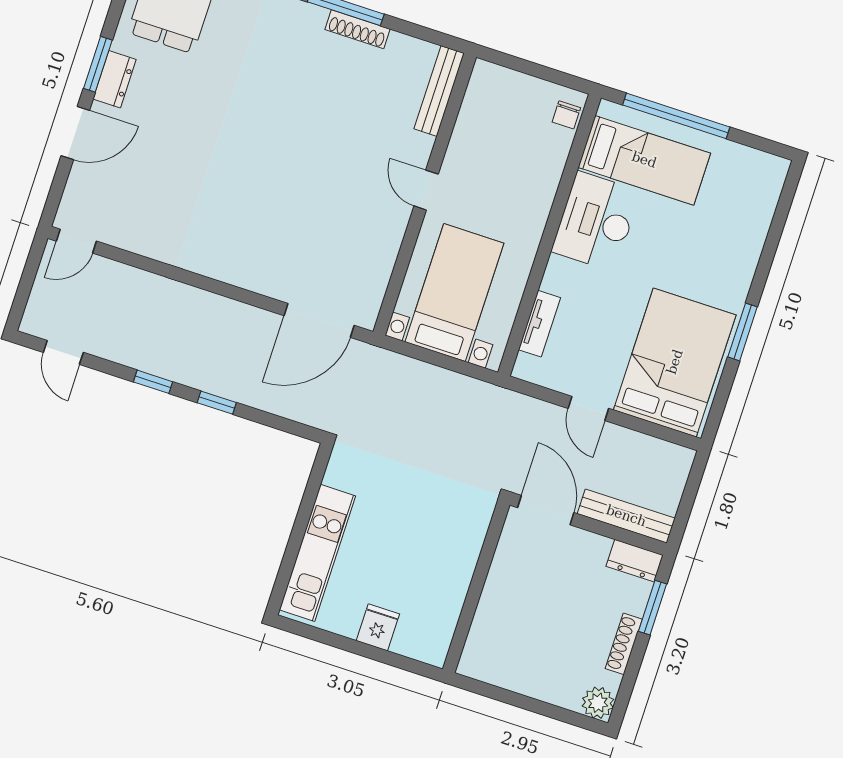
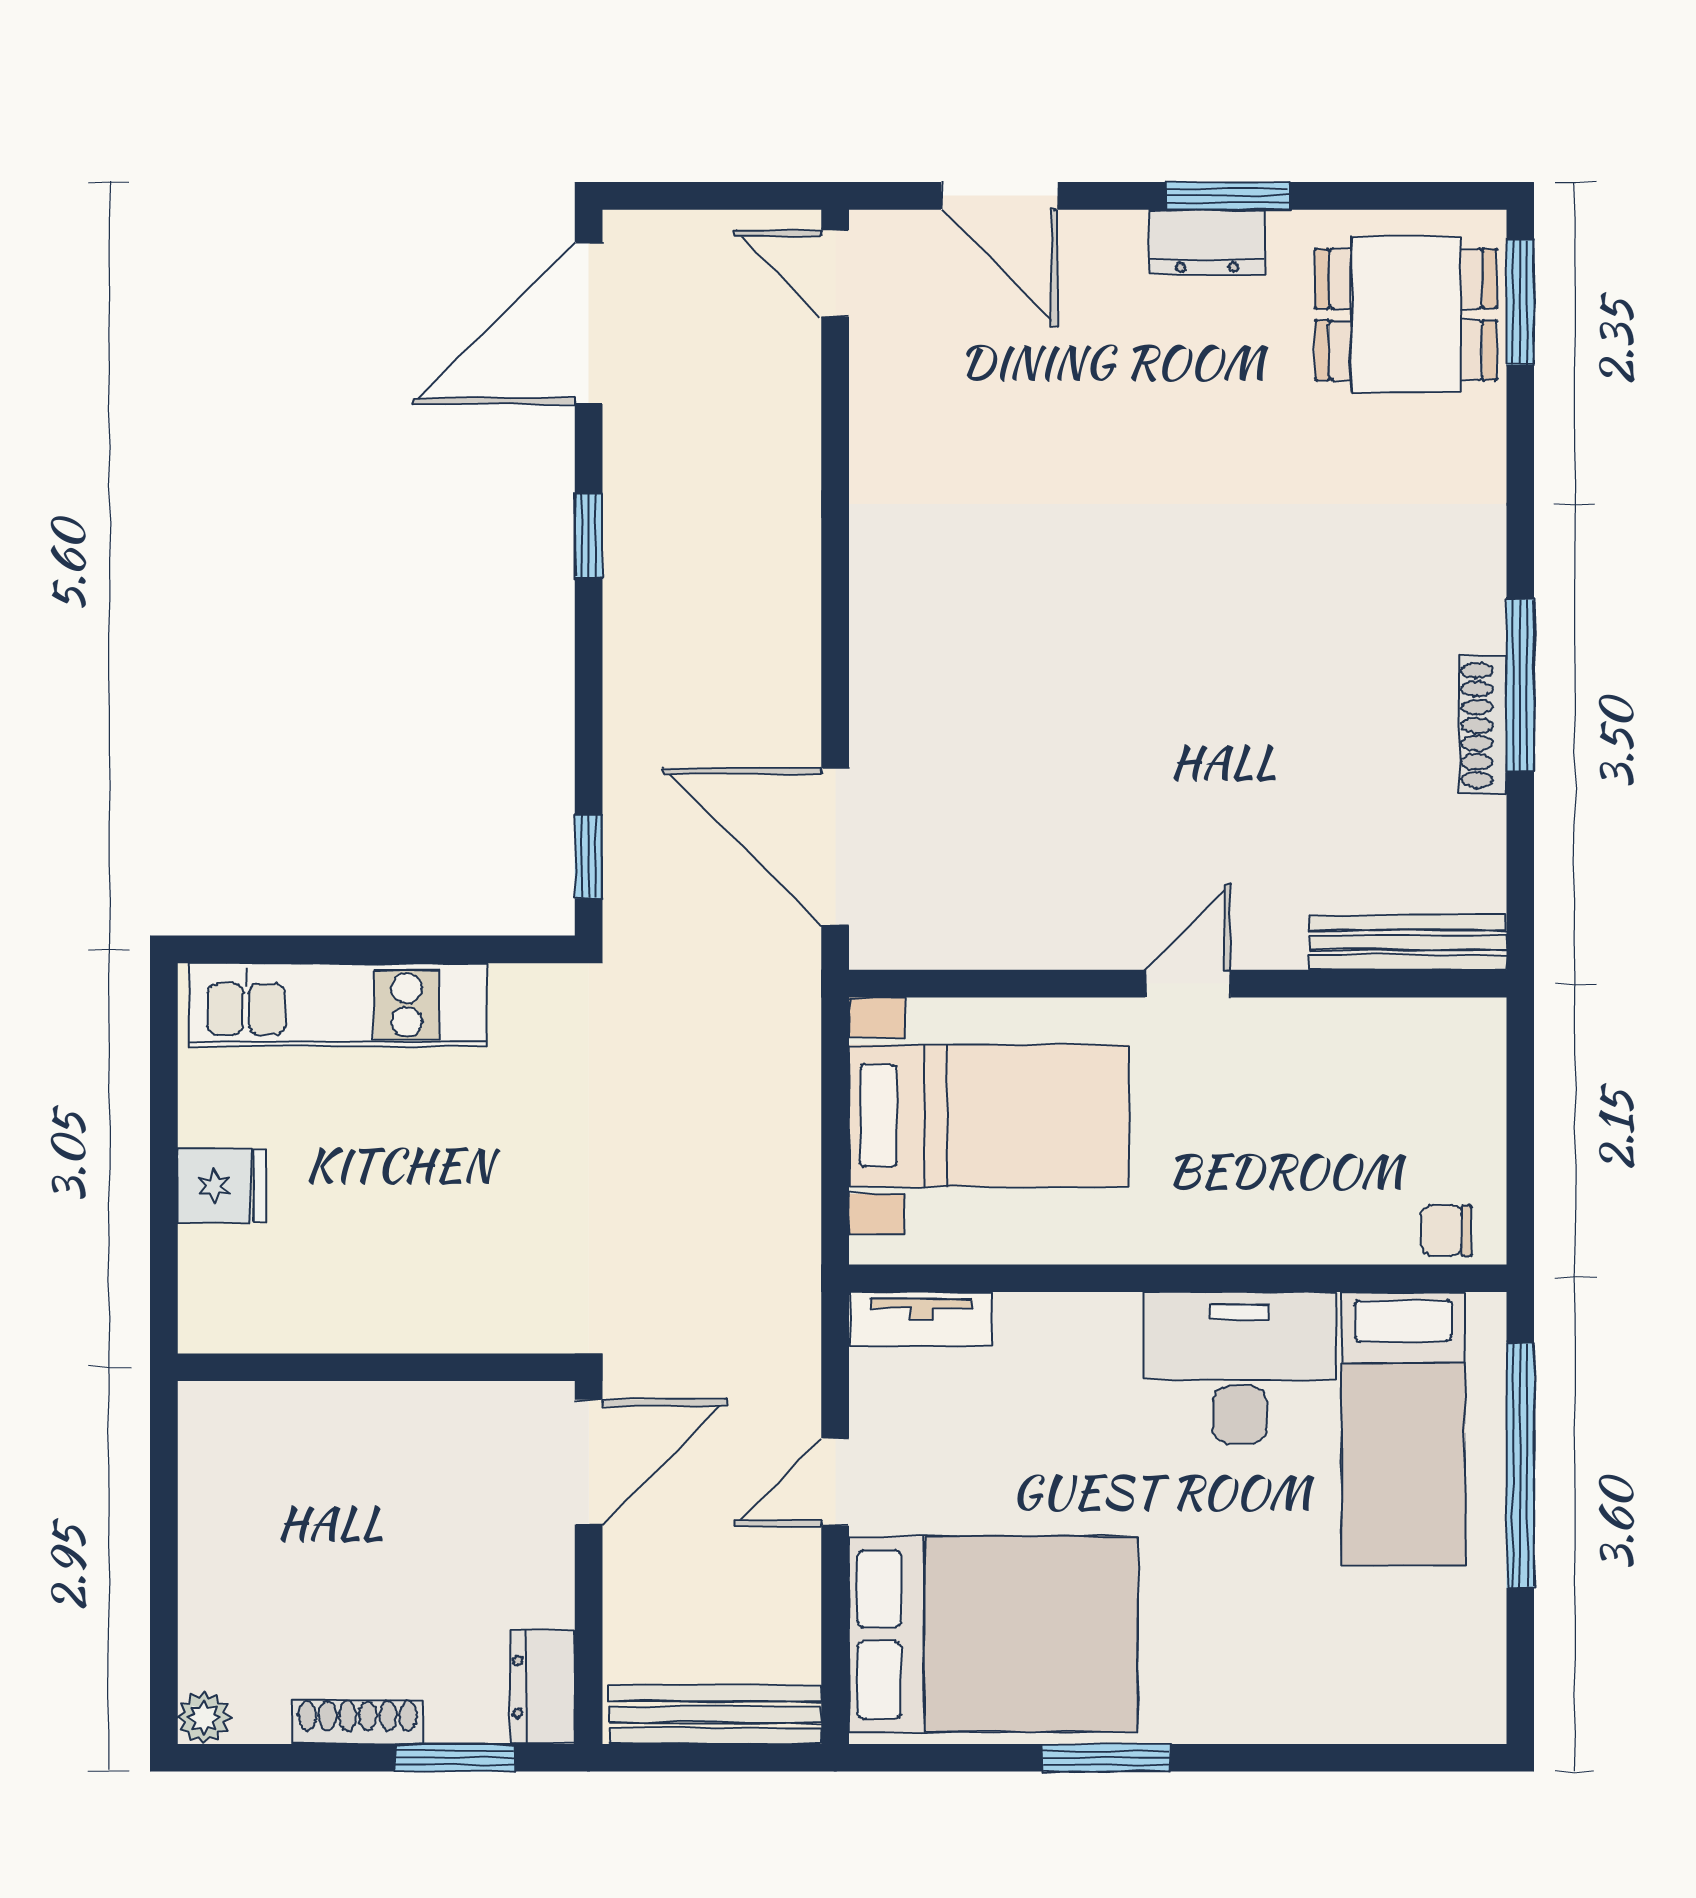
door: (75, 133) -> (999, 196), moved
tv unit: (540, 324) -> (922, 1319), moved
door: (63, 352) -> (589, 323), width x1.87
window: (217, 403) -> (589, 856), moved
bench: (626, 516) -> (715, 1714), moved, turned 90
plant: (598, 703) -> (204, 1718), width x0.73, depth x0.73

